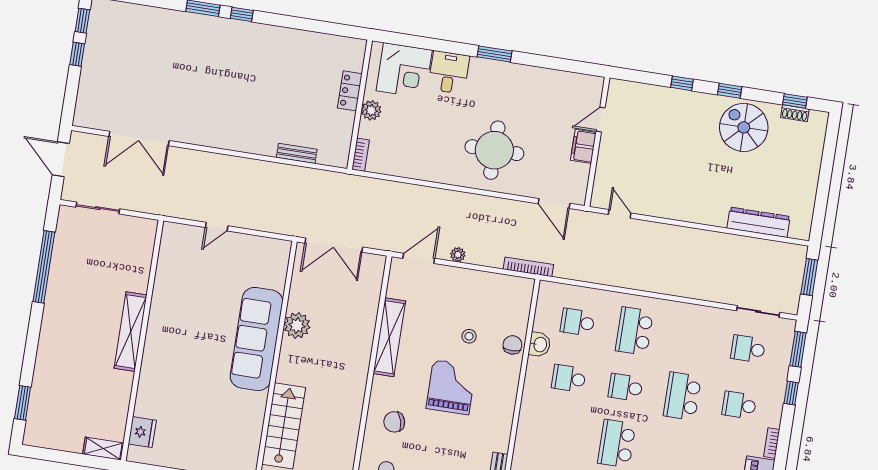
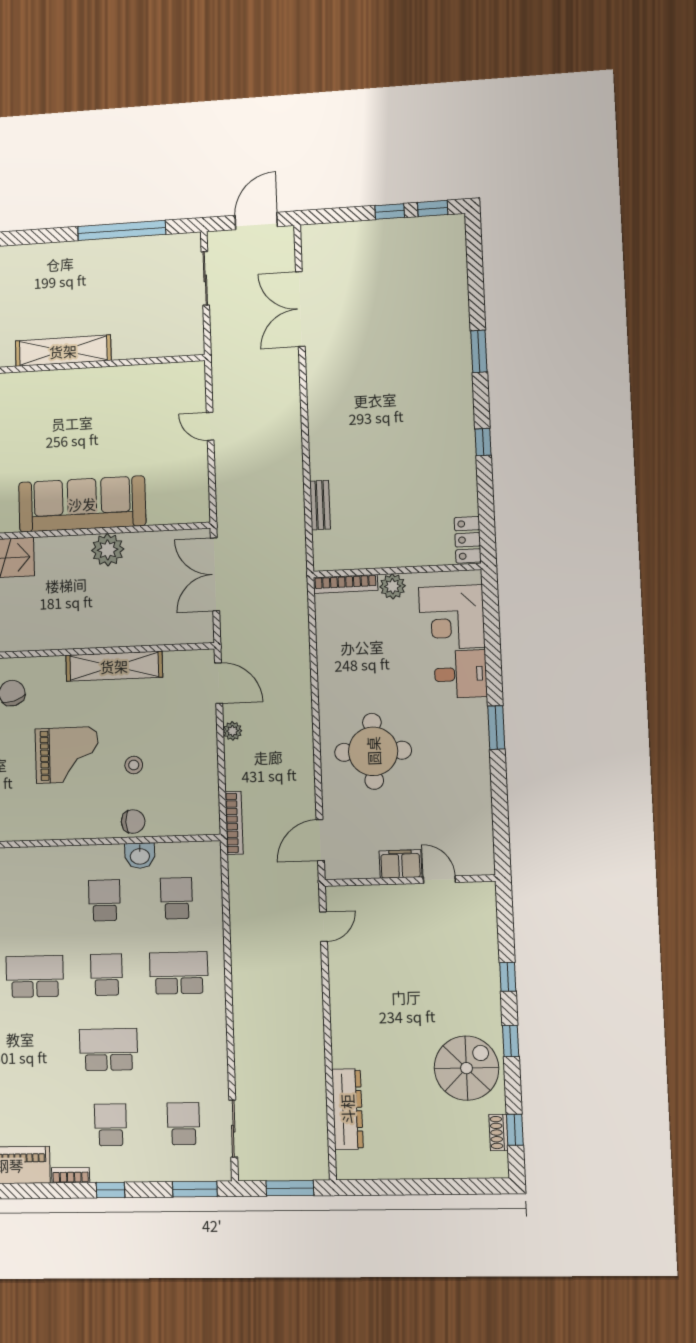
window: (242, 14) -> (483, 442), moved
locker: (350, 91) -> (468, 540), moved, turned -90
bookcase: (361, 155) -> (345, 584), width x1.56
window: (791, 393) -> (110, 1190), moved

